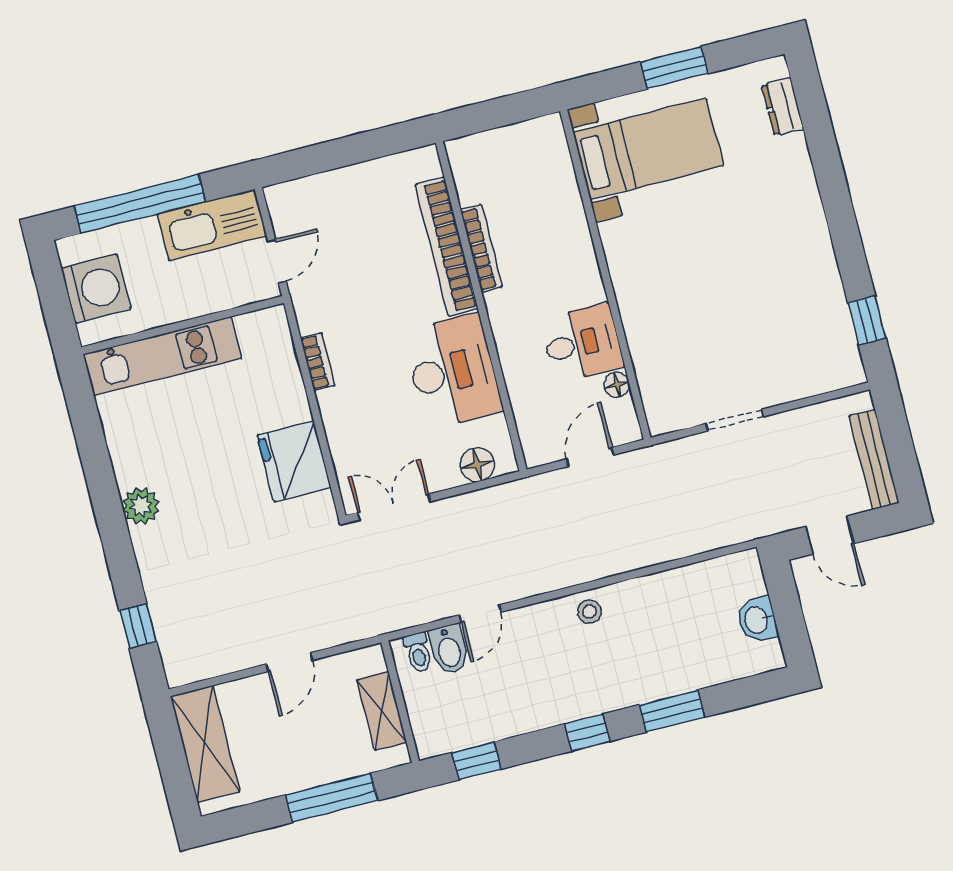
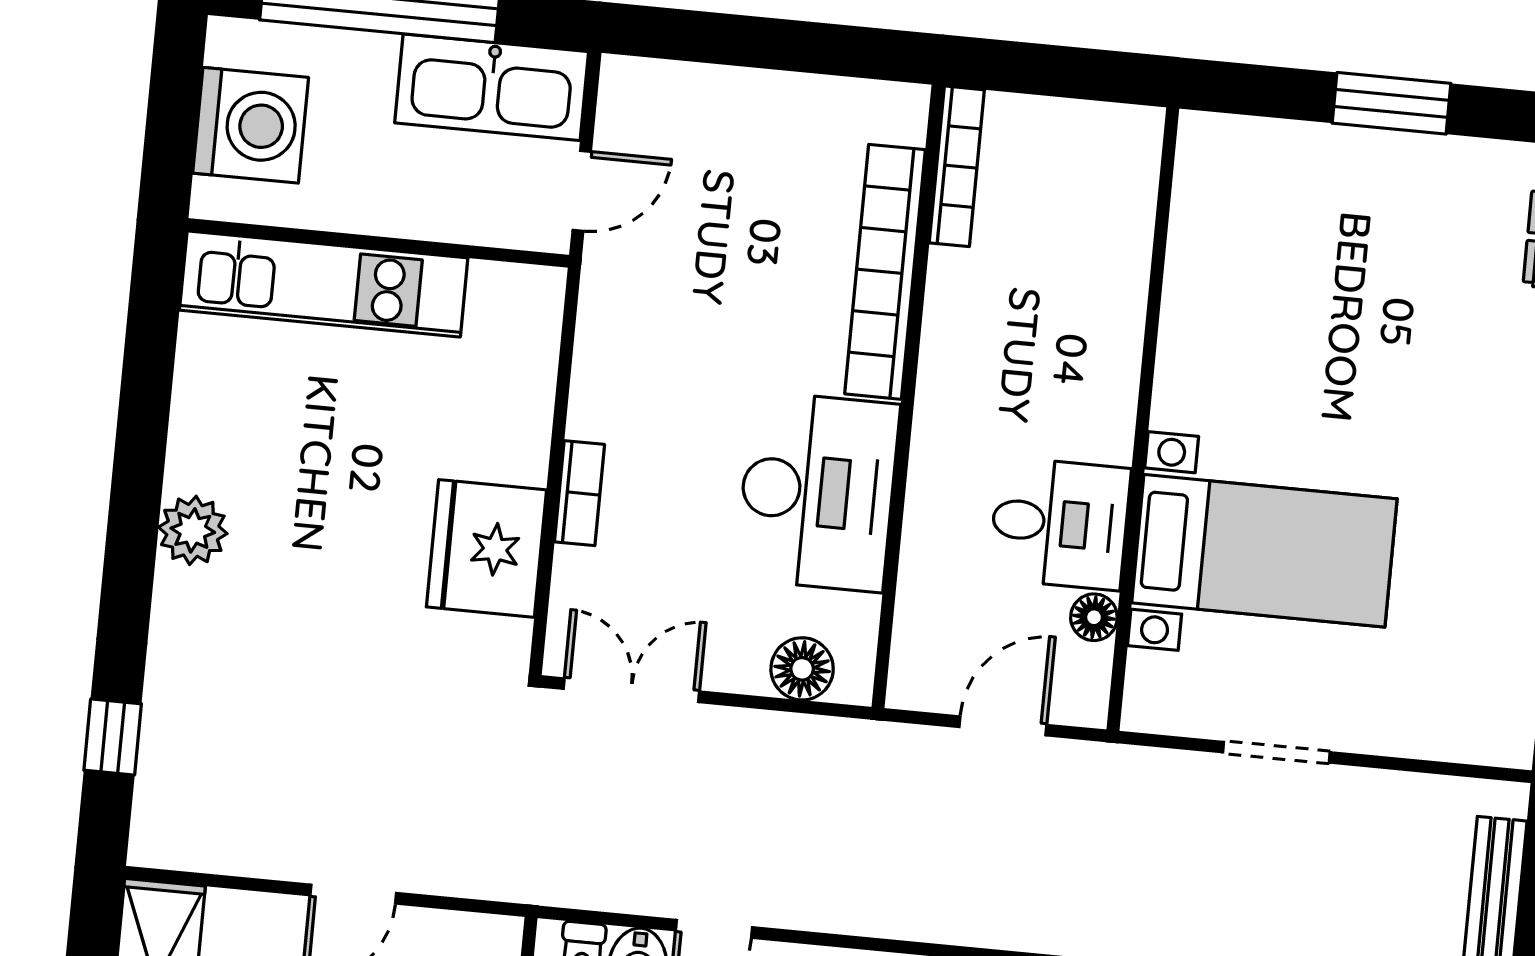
bed with nightstands: (648, 149) -> (1264, 551), moved
bookcase: (481, 248) -> (957, 166), moved
bookcase: (318, 362) -> (579, 493), moved

